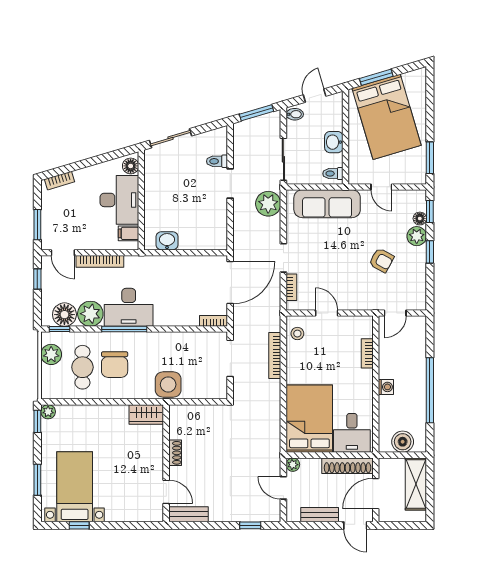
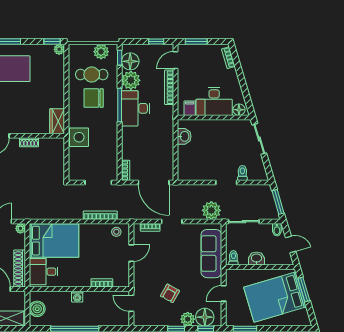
floor lamp: (420, 219) -> (205, 317), width x1.89, depth x1.89

